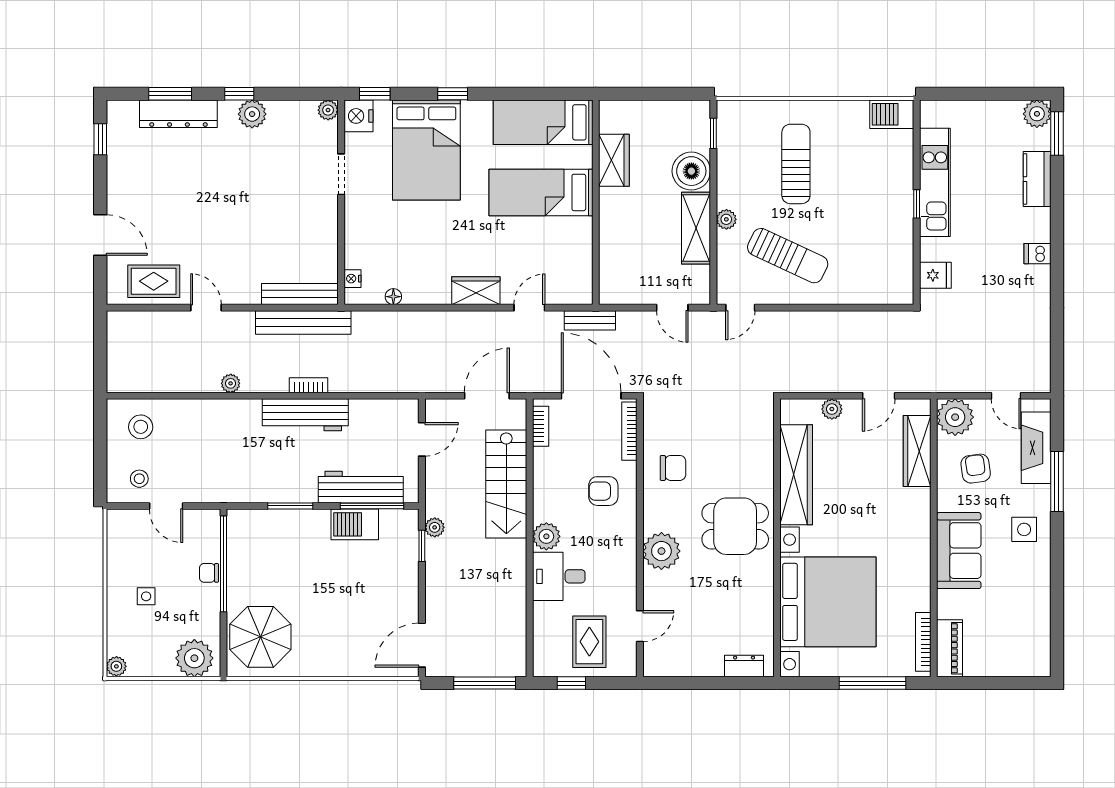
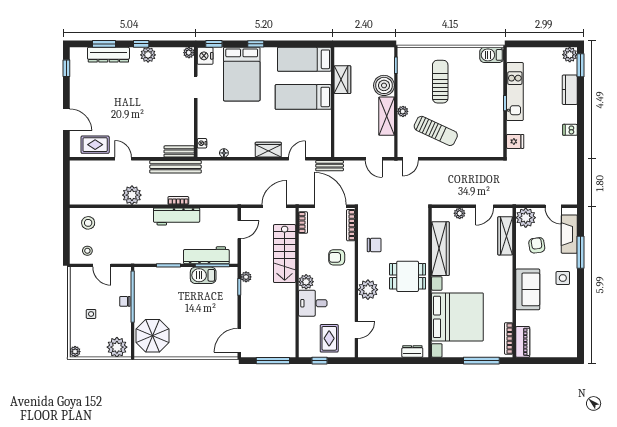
bench: (300, 294) -> (179, 151), width x0.73
plant: (231, 383) -> (132, 195), width x1.88, depth x1.88

